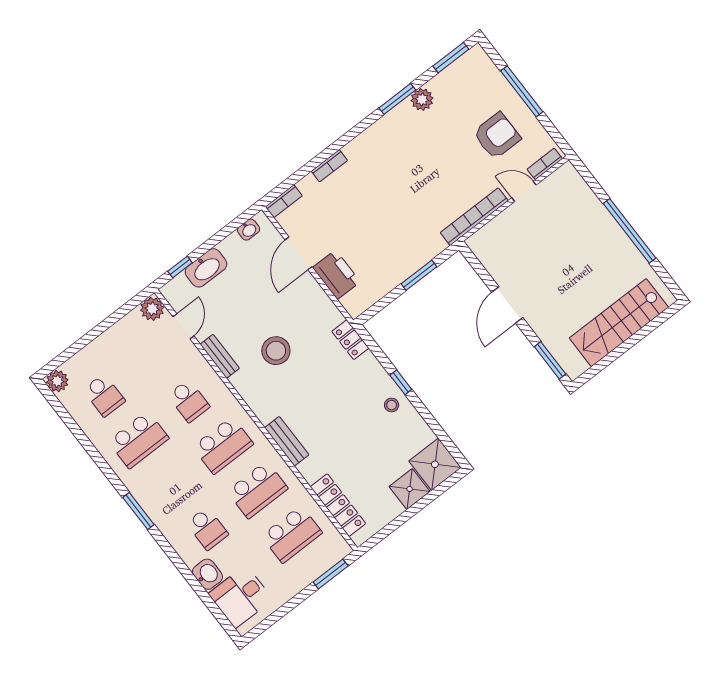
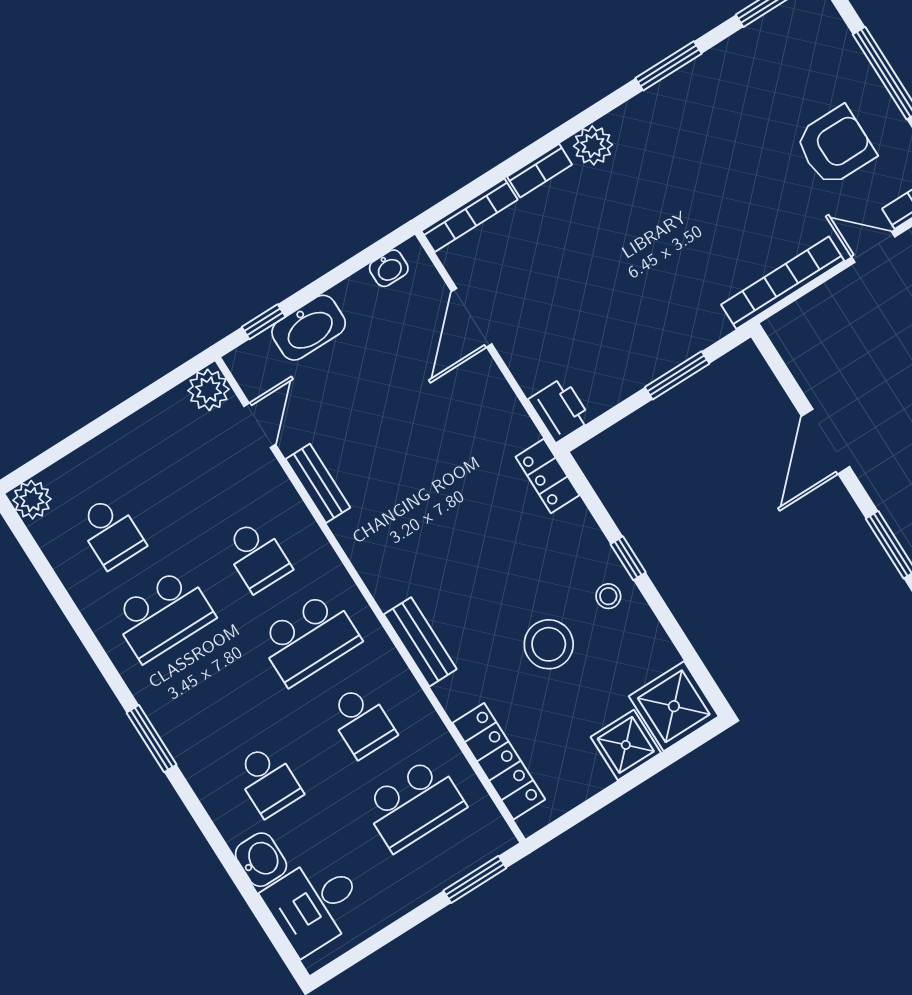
plant: (422, 99) -> (593, 145), moved
bookcase: (284, 201) -> (470, 215), width x1.56
printer: (336, 275) -> (560, 410), moved, width x0.73, depth x0.84
stool: (276, 351) -> (549, 644), moved
school desk: (257, 490) -> (361, 721), width x0.54

